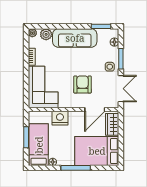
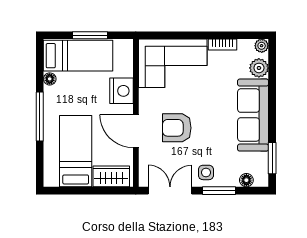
armchair: (82, 84) -> (177, 128), turned 180
double door: (121, 89) -> (170, 191), swing flipped
door: (95, 109) -> (136, 131), moved
bed: (97, 151) -> (76, 151), width x0.67

